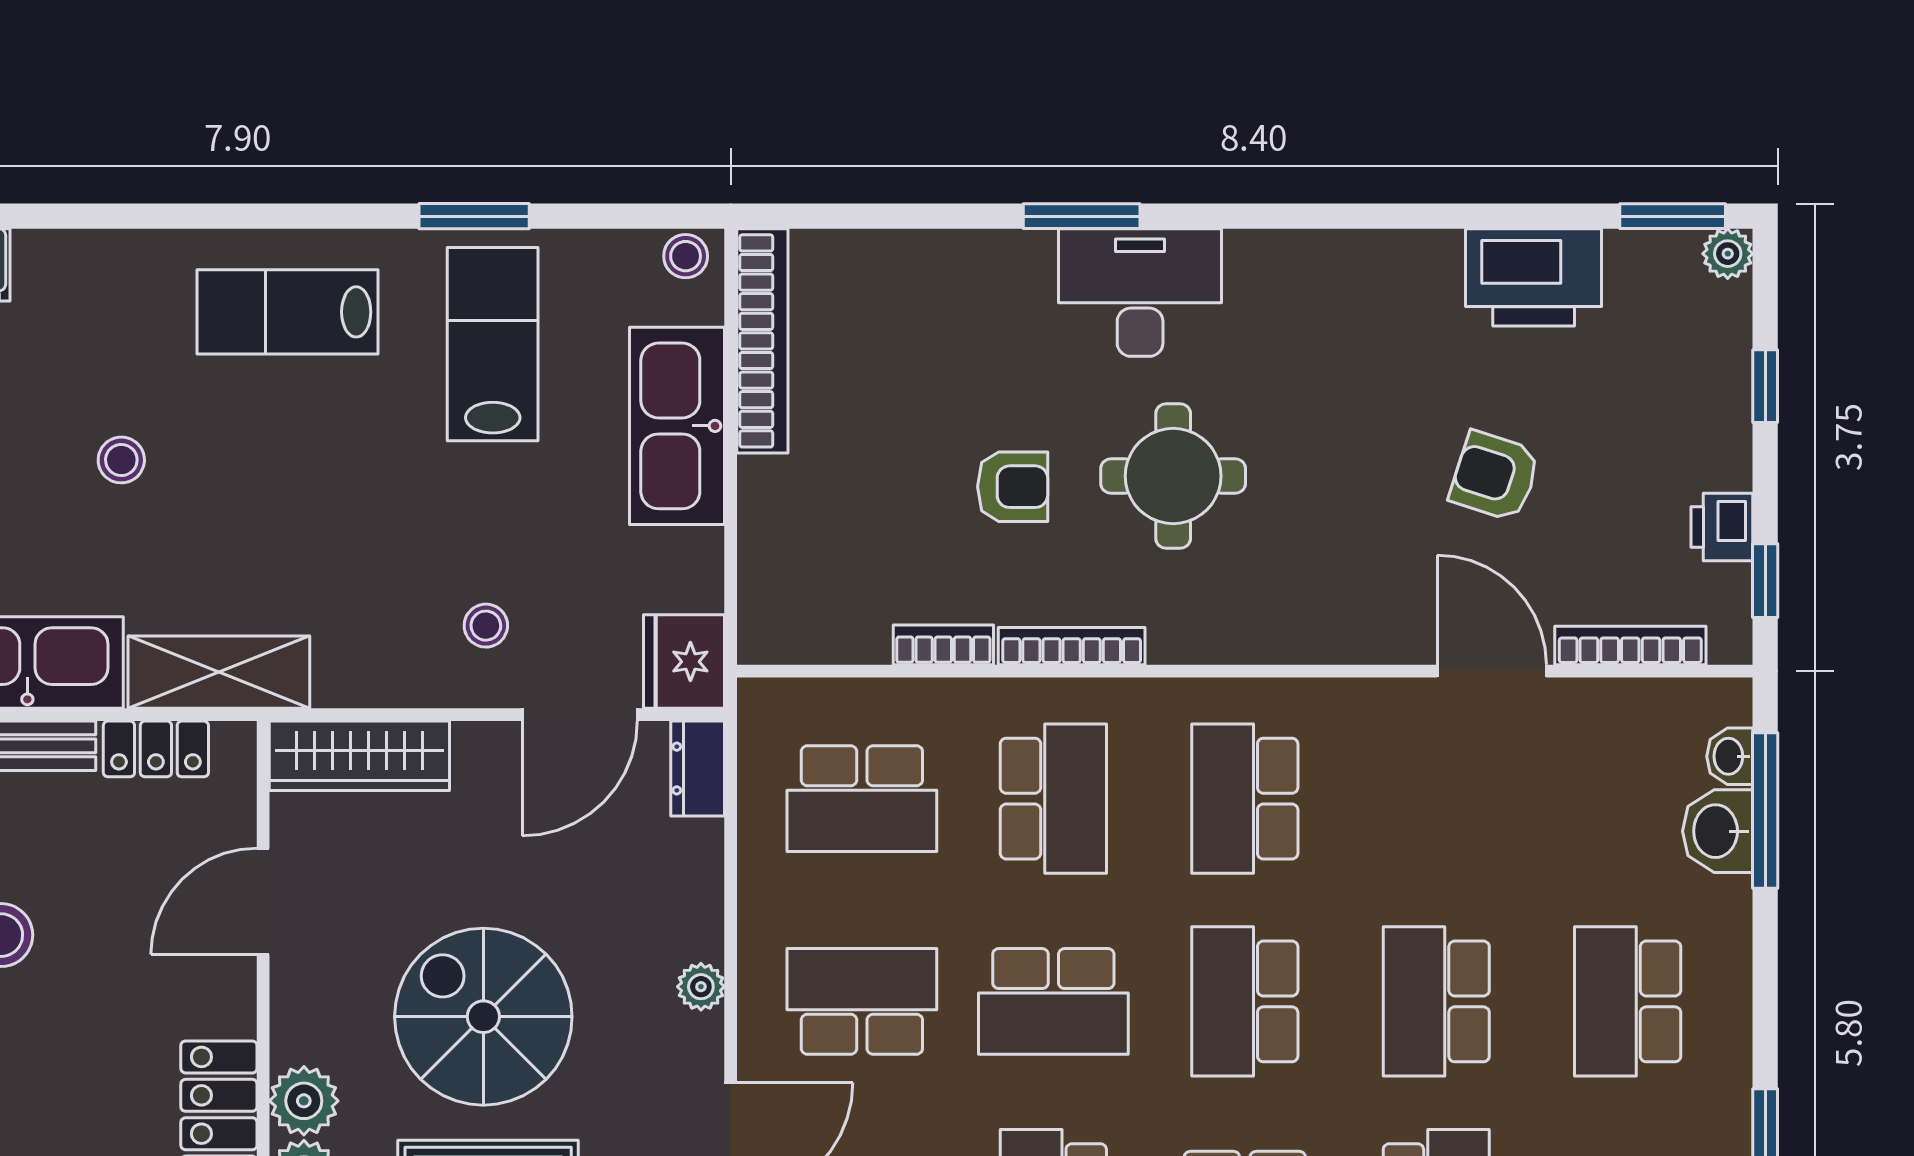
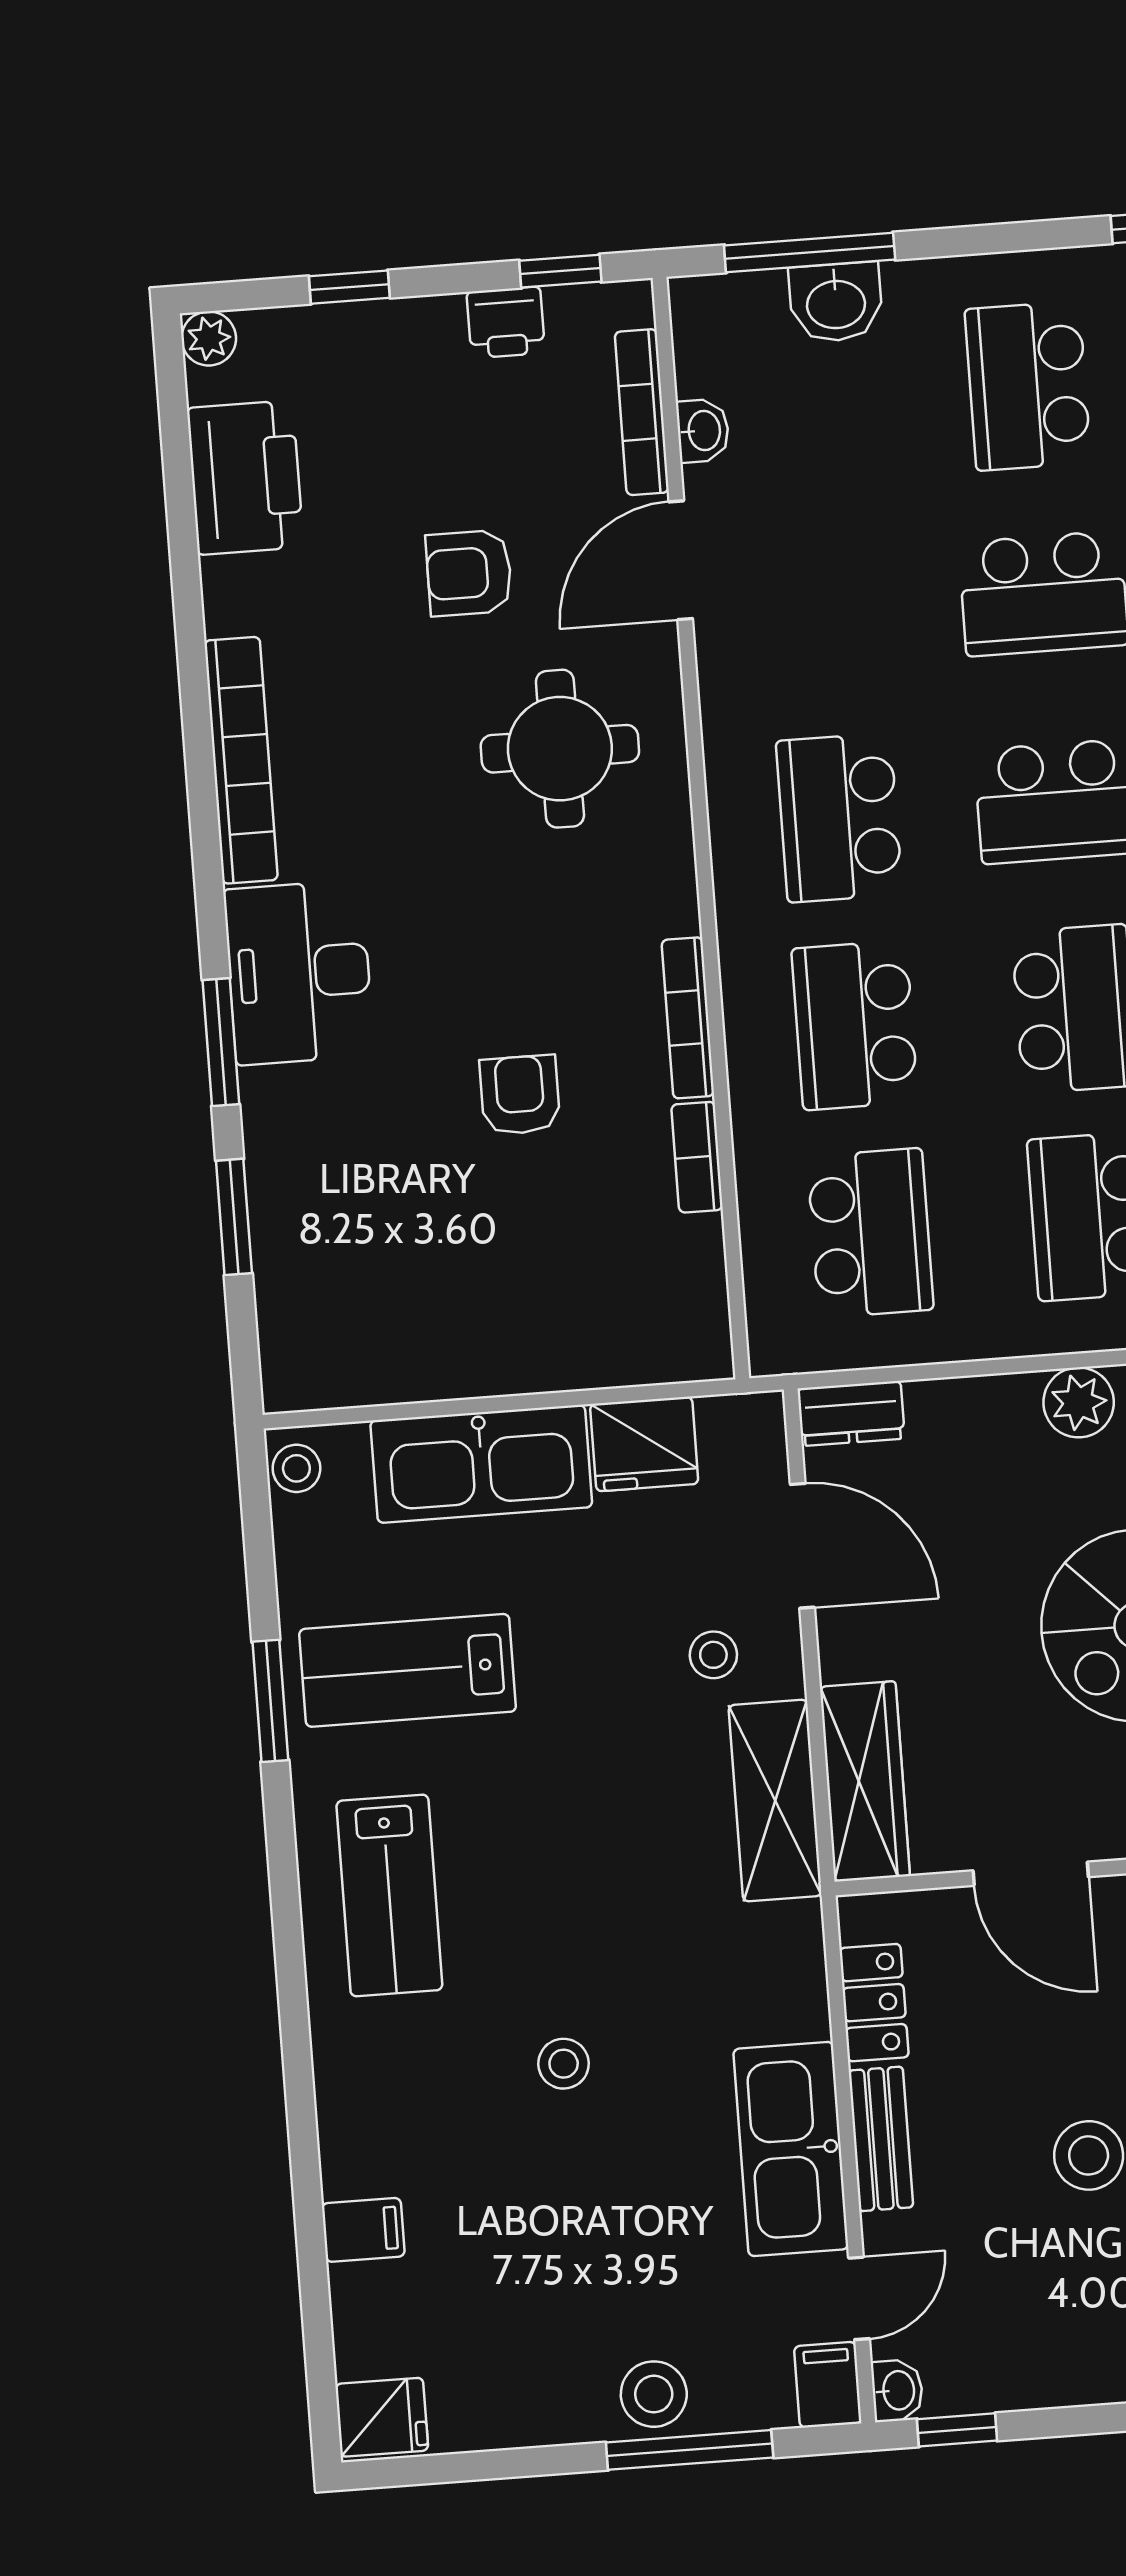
window: (1673, 216) -> (234, 1217), moved
printer: (1534, 277) -> (245, 478), moved
bookcase: (762, 341) -> (241, 760), moved, turned 90
round table: (1173, 476) -> (560, 749), moved
armchair: (1495, 476) -> (469, 573), turned 72
fridge: (684, 662) -> (644, 1444), moved
shelving: (219, 672) -> (775, 1800), moved
washbasin: (1730, 756) -> (703, 431), moved, turned -90
school desk: (1053, 799) -> (855, 1025), turned -90
school desk: (1245, 799) -> (839, 818), turned 90
plant: (701, 987) -> (1079, 1402), width x1.38, depth x1.38
school desk: (1628, 1001) -> (1028, 386), turned 90

